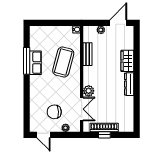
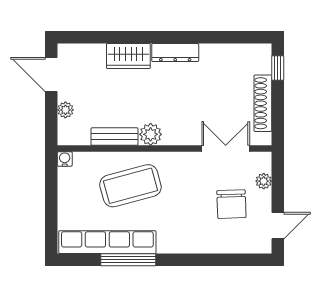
coffee table: (63, 62) -> (130, 186), turned -30
row of seats: (35, 63) -> (107, 242), width x2.02
plant: (89, 91) -> (151, 134), moved
window: (104, 135) -> (278, 68), moved

